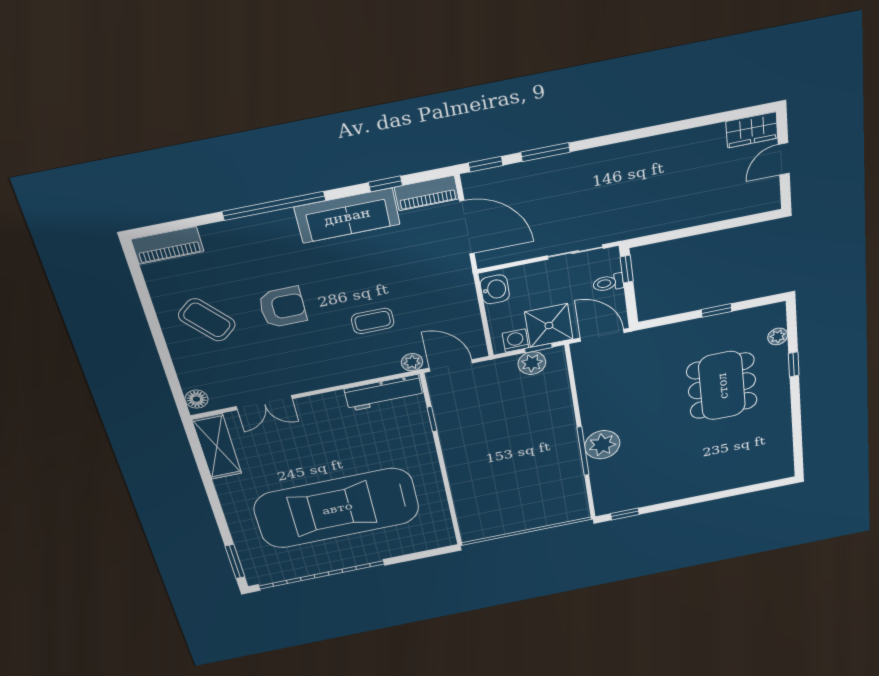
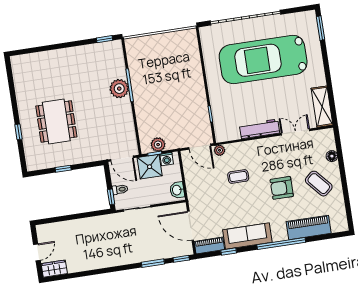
piano: (168, 245) -> (309, 227), moved, width x1.37, depth x1.33
plant: (778, 336) -> (29, 150), removed
workbench: (384, 393) -> (259, 129), moved
floor lamp: (196, 399) -> (332, 156), moved
car: (337, 508) -> (263, 59), turned 180
garage door: (322, 575) -> (245, 18), moved

